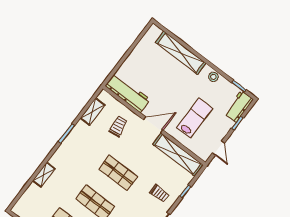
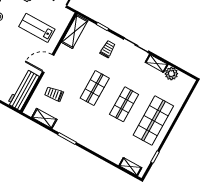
door: (153, 125) -> (48, 63), hinge flipped
shelving: (178, 154) -> (75, 32), width x0.68
shelving: (44, 175) -> (130, 167), moved

